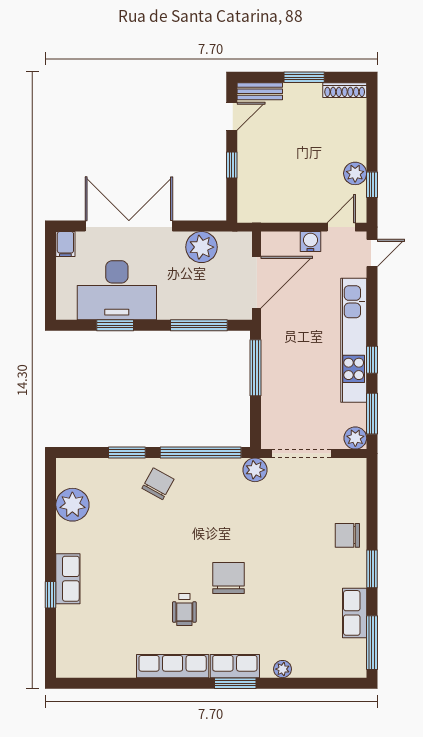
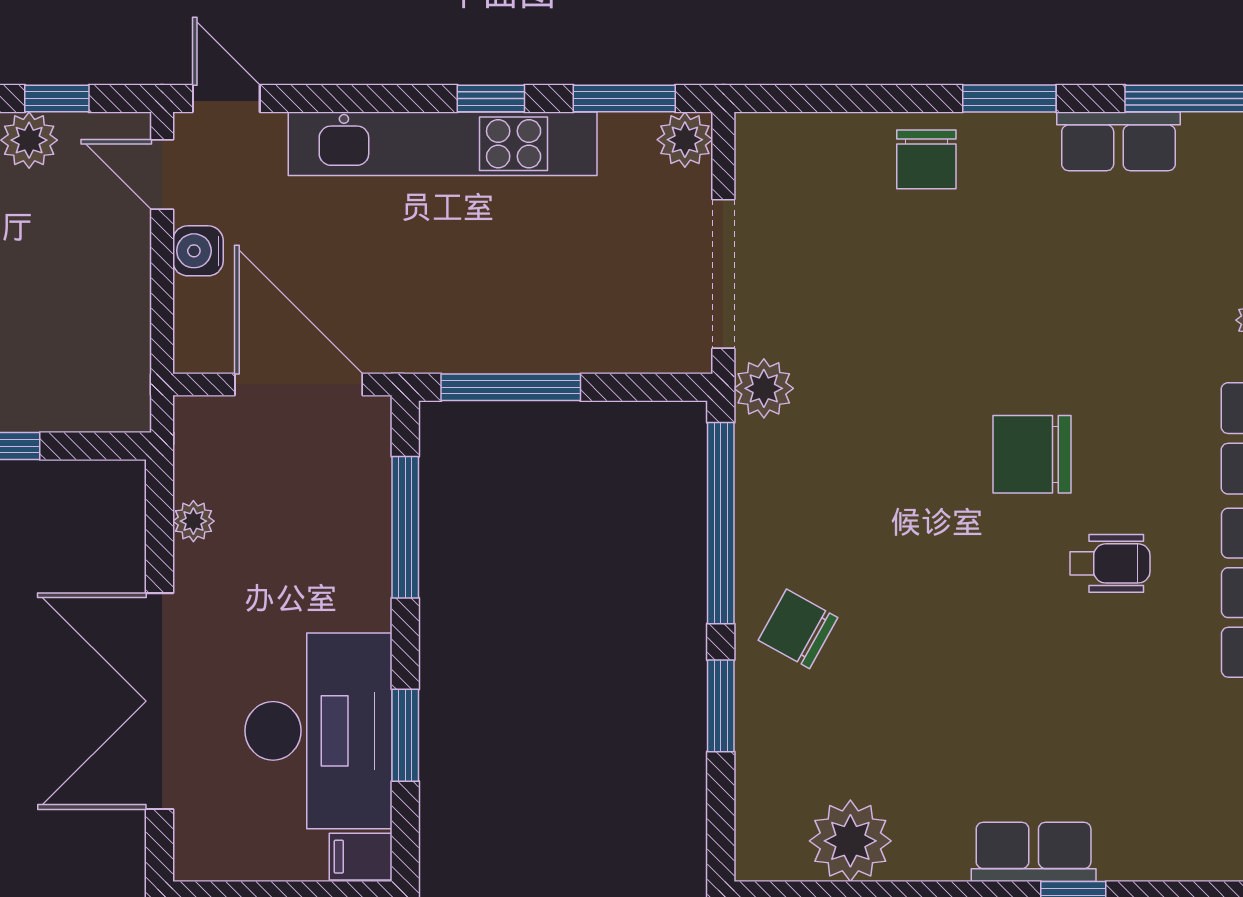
filing cabinet: (65, 244) -> (361, 857), moved, turned 180
plant: (201, 247) -> (193, 521), width x0.53, depth x0.53

